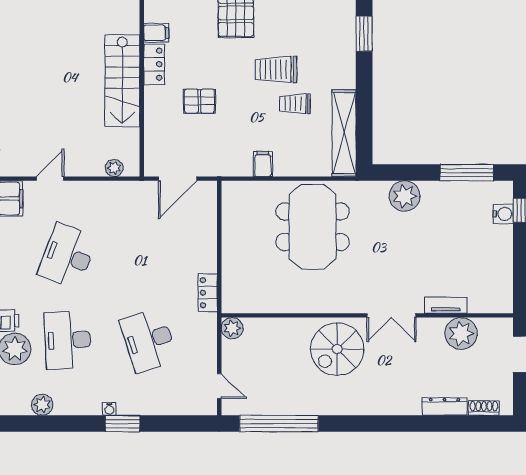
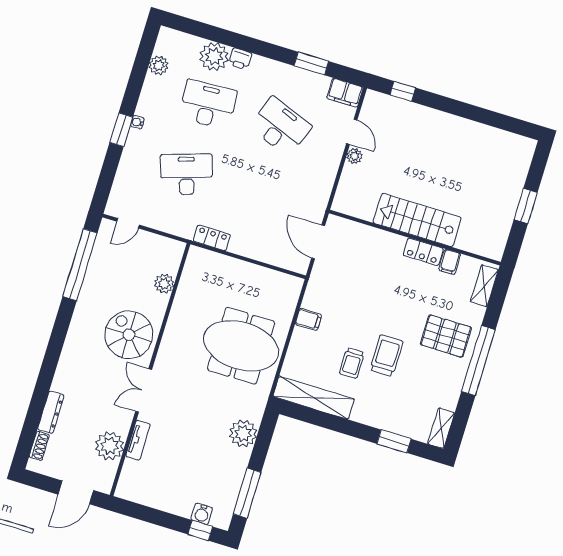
pallet: (199, 101) -> (379, 281), removed
trolley: (295, 104) -> (352, 363), turned 180
plant: (114, 168) -> (354, 156), moved
plant: (232, 328) -> (164, 284), moved

